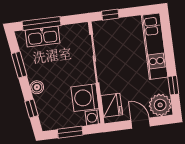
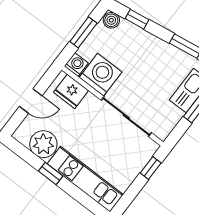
window: (173, 85) -> (51, 174), moved
boiler: (37, 87) -> (111, 20), moved
plant: (160, 105) -> (43, 144), moved

